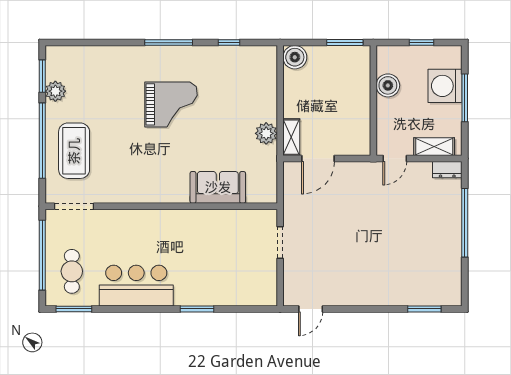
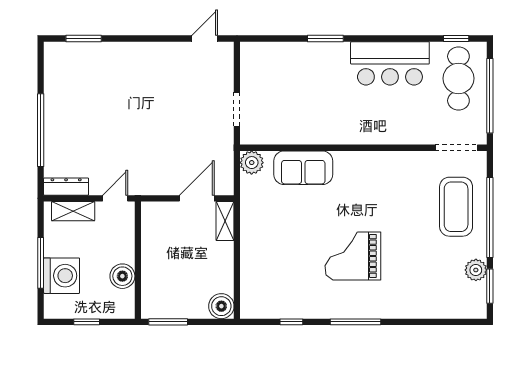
plant: (266, 133) -> (252, 163), moved
dresser: (447, 170) -> (66, 187), width x1.44
cafe table: (72, 271) -> (458, 78), width x1.37, depth x1.35
window: (74, 309) -> (456, 39), width x0.67

